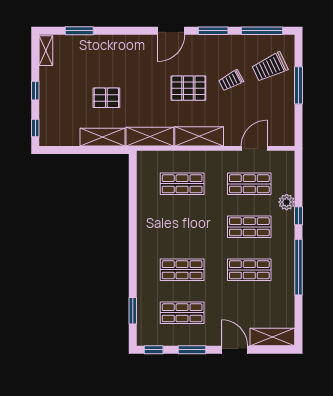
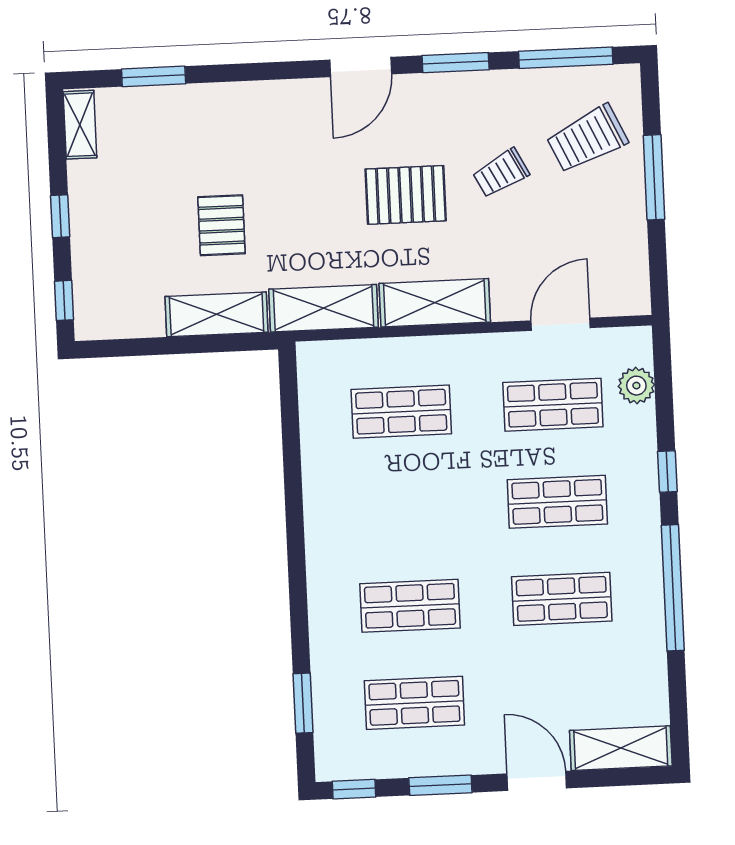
pallet: (106, 98) -> (221, 225), turned 90
plant: (287, 202) -> (636, 386), moved

